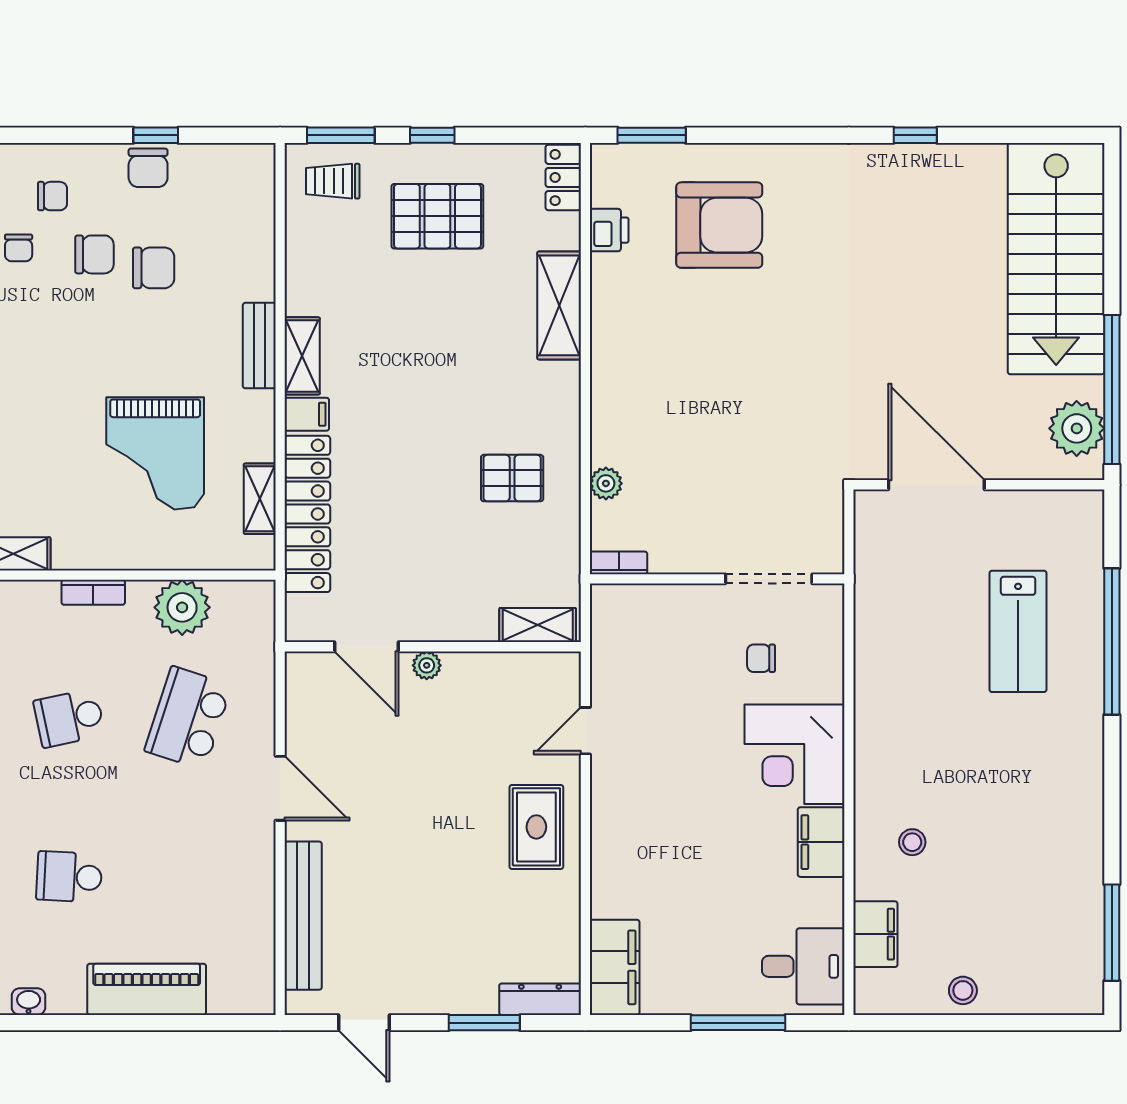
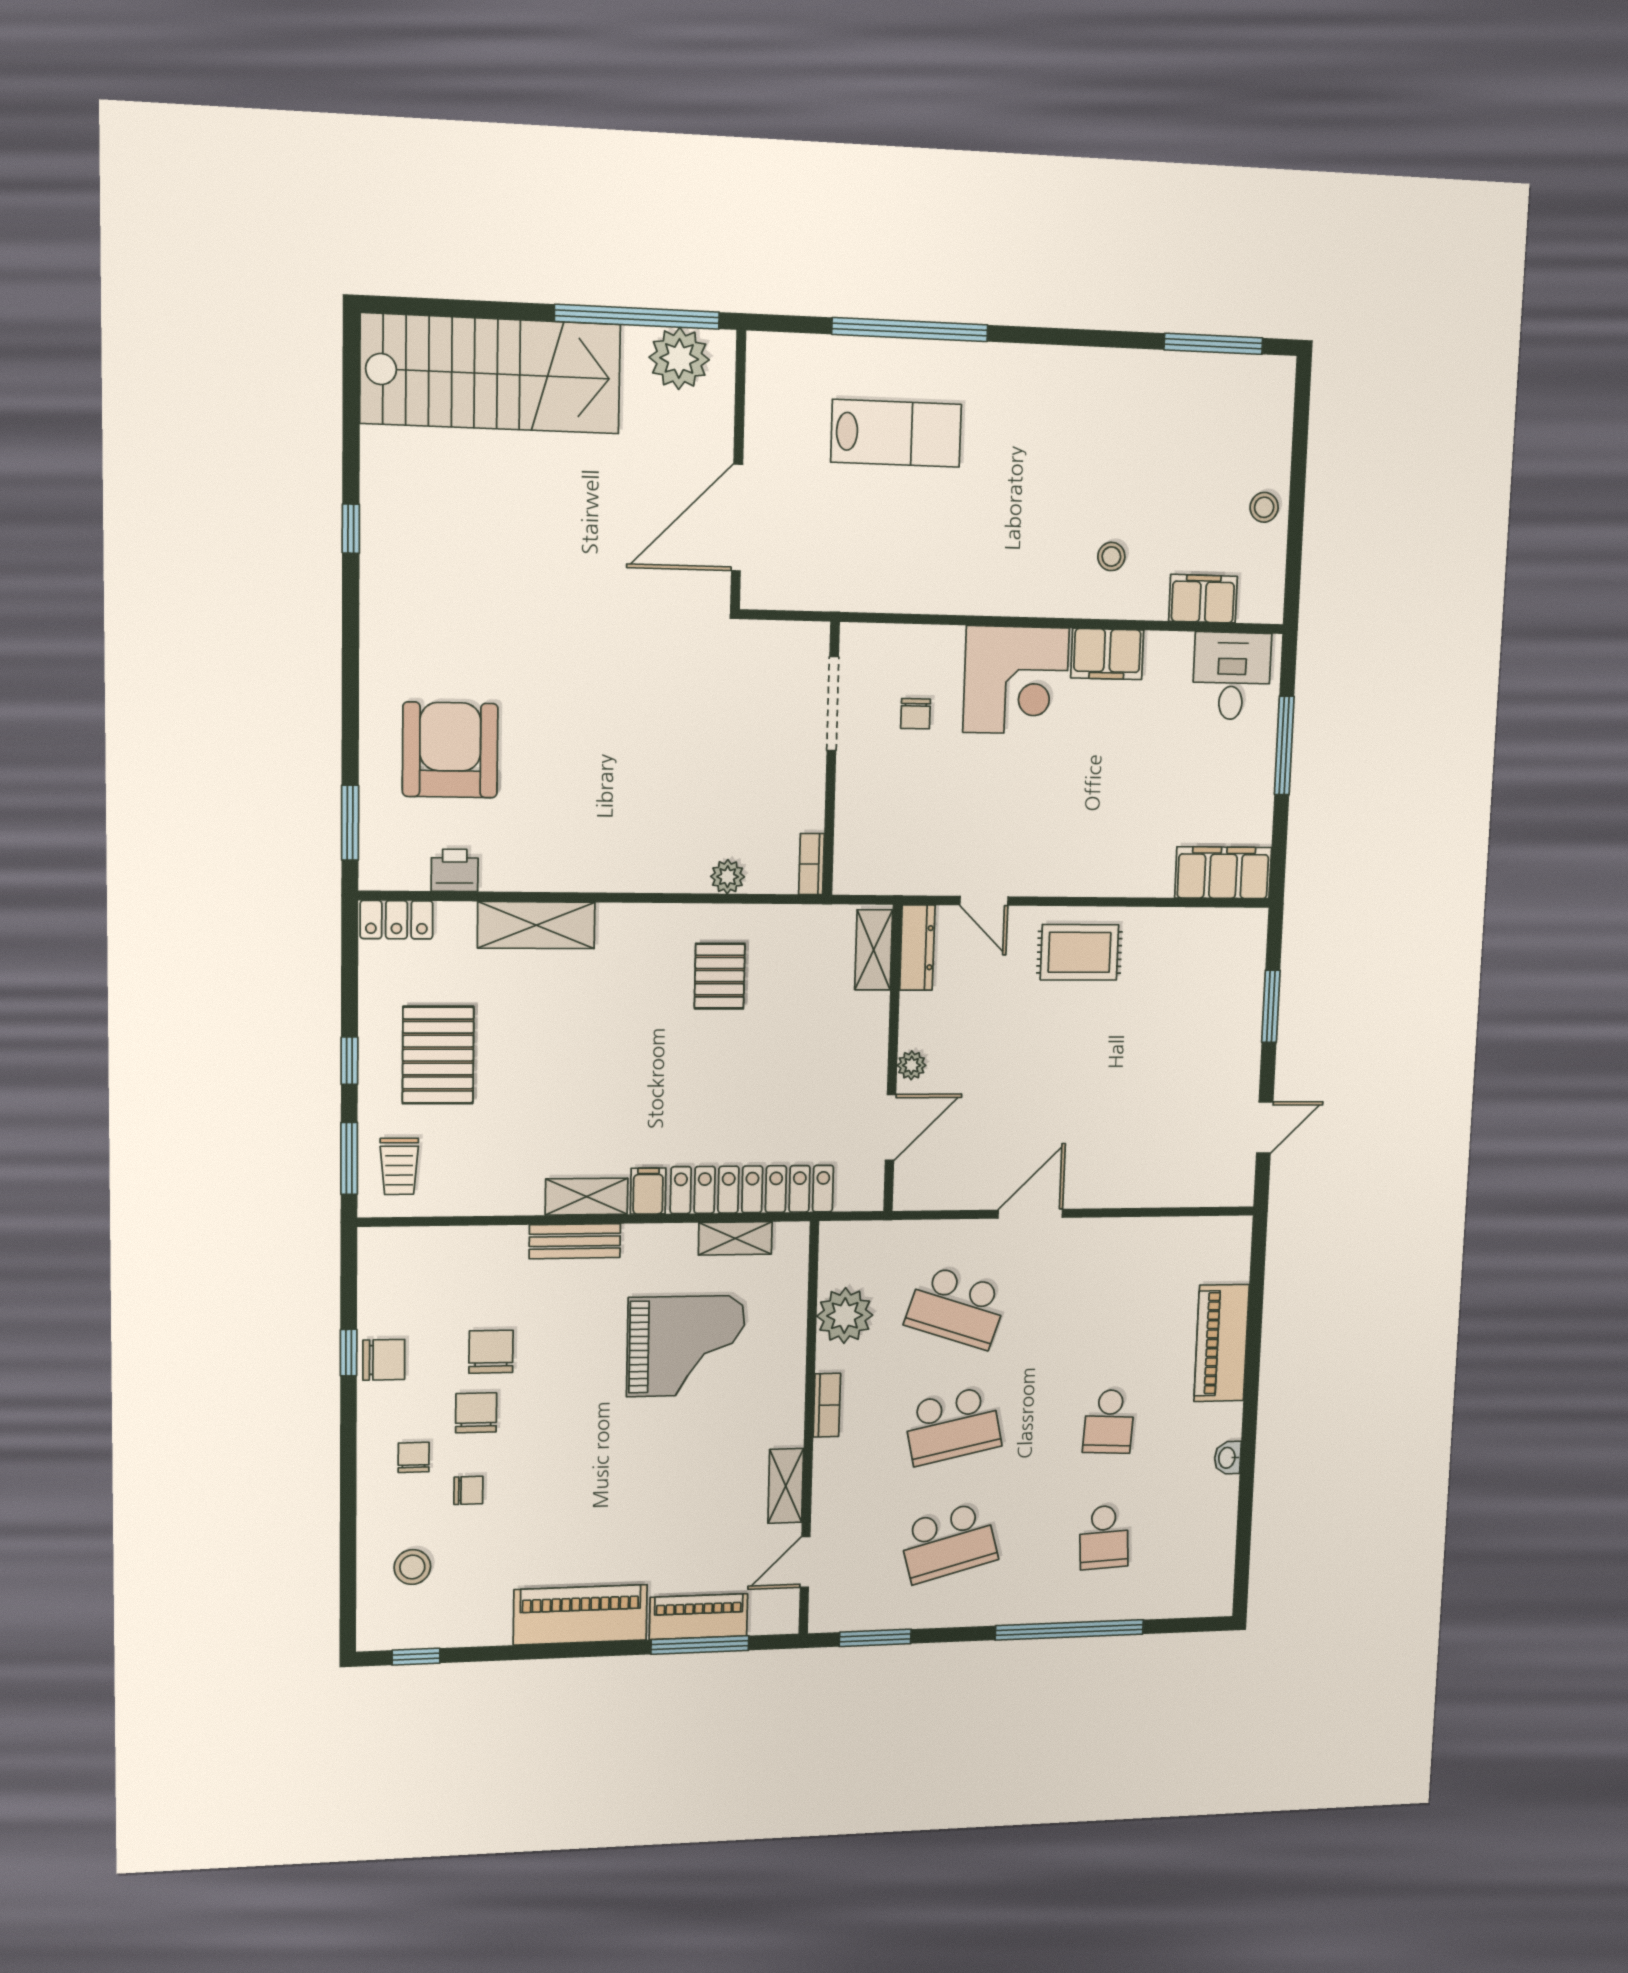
school desk: (69, 718) -> (952, 1426), width x1.85
bench: (303, 916) -> (1157, 1189), removed
dresser: (540, 999) -> (917, 948), moved, turned 180

